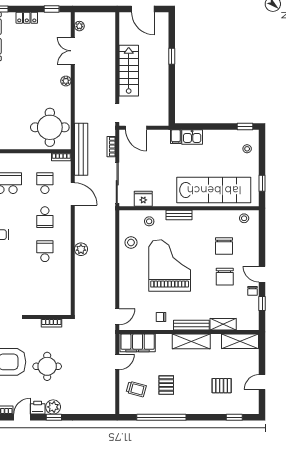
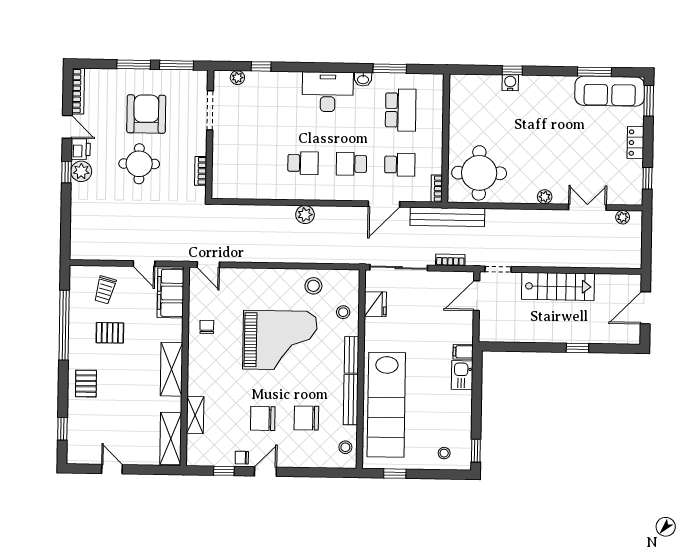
bench: (191, 325) -> (351, 400), moved
pallet: (222, 386) -> (86, 384), moved

